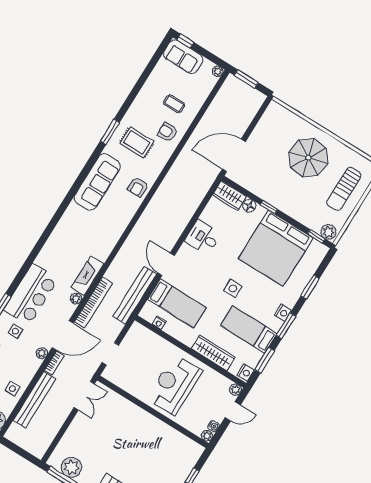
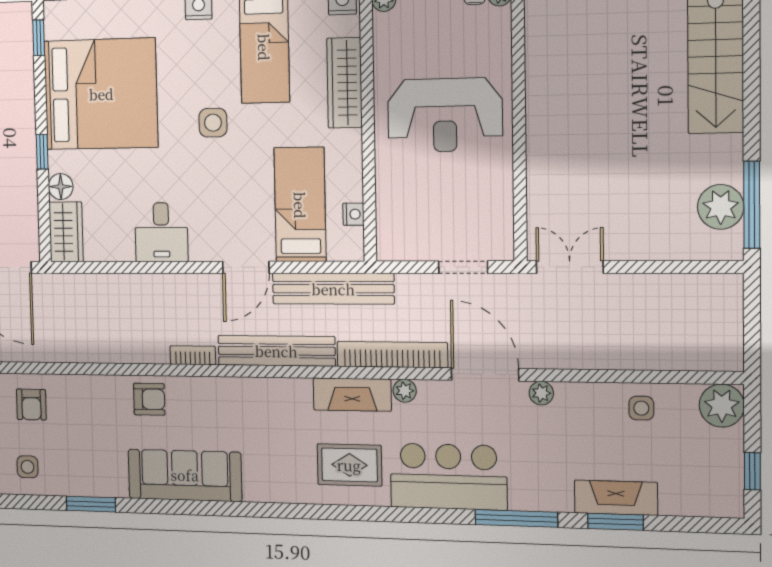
rug: (137, 142) -> (349, 465), moved, turned 90
plant: (328, 232) -> (19, 22), removed
side table: (15, 331) -> (27, 467), moved
bookcase: (54, 363) -> (193, 355), moved
bench: (34, 400) -> (276, 351), moved

